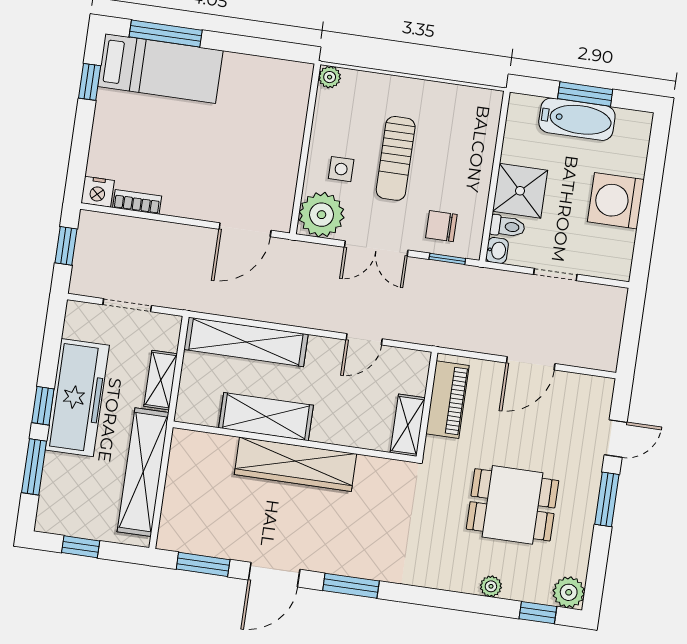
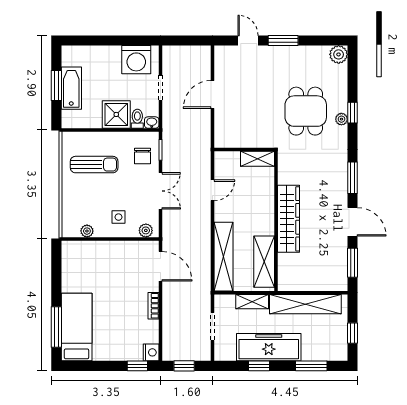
plant: (330, 77) -> (87, 231), moved
window: (90, 82) -> (137, 366), moved
sun lounger: (396, 158) -> (94, 165), moved
washing machine: (616, 201) -> (136, 60), moved
bookcase: (137, 202) -> (154, 306), moved
plant: (322, 215) -> (146, 230), width x0.53, depth x0.53
door: (364, 339) -> (213, 190), hinge flipped
door: (531, 363) -> (213, 94), swing flipped
piano: (447, 400) -> (240, 138), removed
window: (43, 406) -> (259, 366), moved
shelving: (266, 417) -> (264, 262), moved
dining table: (512, 505) -> (306, 111), moved
plant: (491, 586) -> (341, 119), moved
window: (538, 613) -> (353, 113), moved

